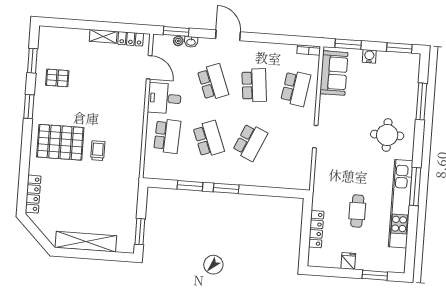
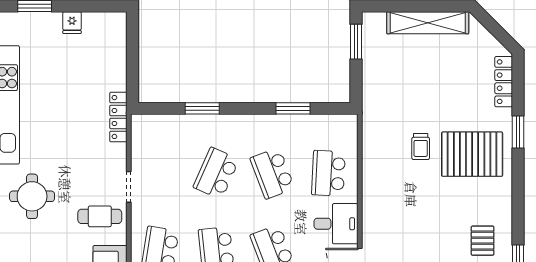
pallet: (57, 78) -> (483, 241), turned 90
window: (29, 106) -> (518, 132), moved
window: (226, 188) -> (202, 108), moved
cafe table: (357, 211) -> (100, 216), moved, turned 90
locker: (316, 229) -> (118, 117), moved

